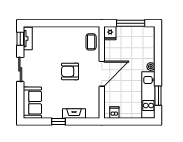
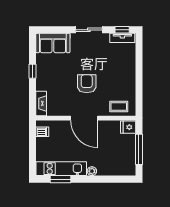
fireplace: (74, 113) -> (41, 103), moved

